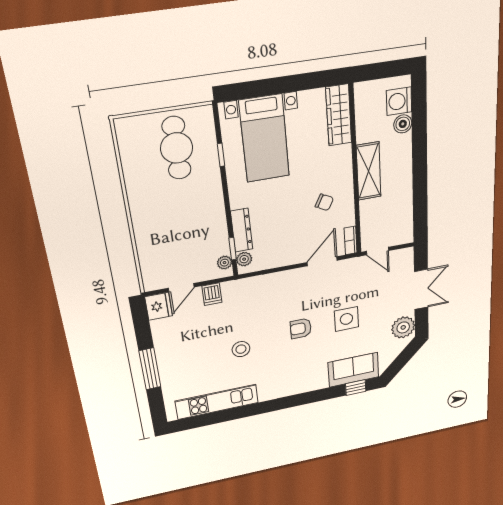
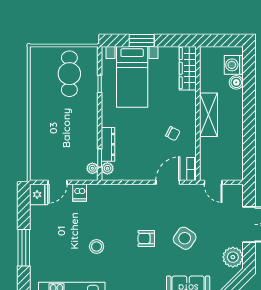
window: (273, 86) -> (142, 40), added
side table: (346, 319) -> (185, 238), turned 34

